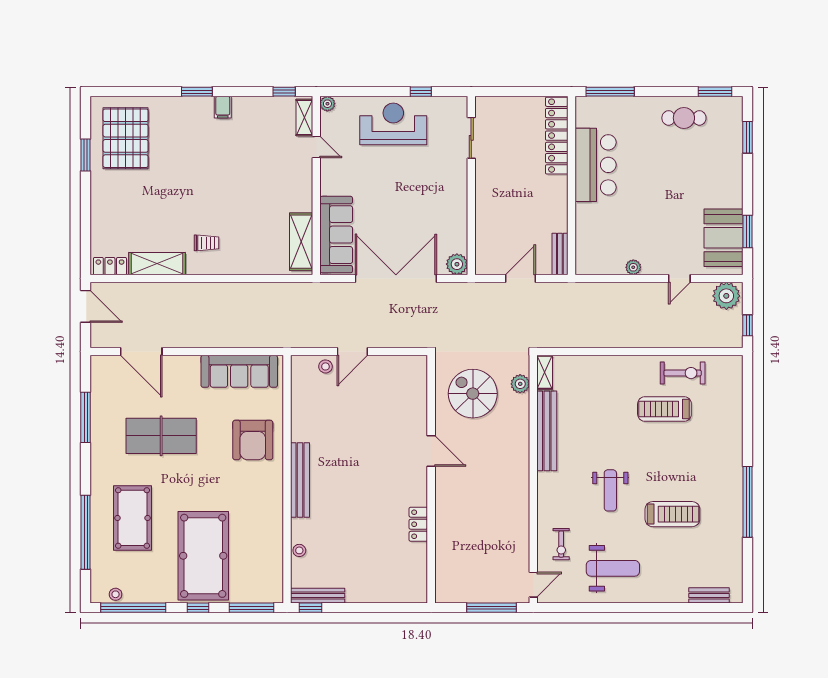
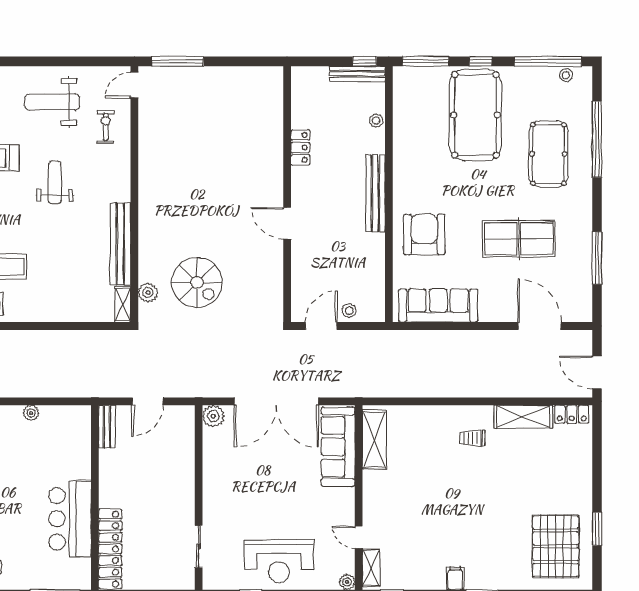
door: (431, 451) -> (287, 223), moved
wall: (431, 479) -> (287, 194), moved
locker: (418, 524) -> (300, 147), moved

